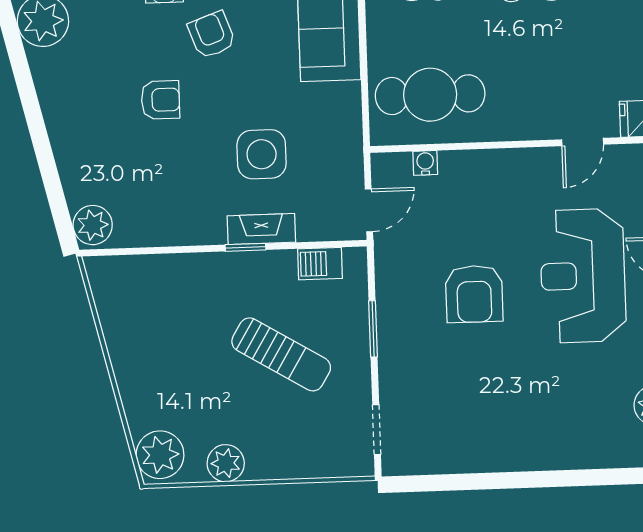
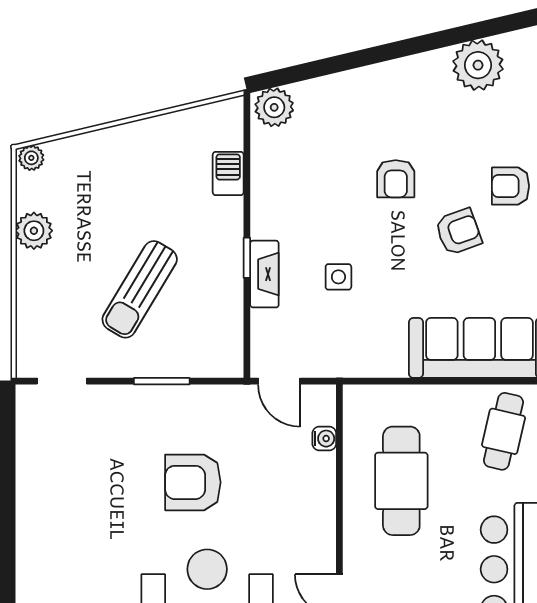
cafe table: (430, 95) -> (401, 481), moved
side table: (262, 154) -> (338, 277), width x0.54, depth x0.54
barbecue: (320, 264) -> (228, 173), moved
plant: (160, 455) -> (31, 158), width x0.53, depth x0.53

